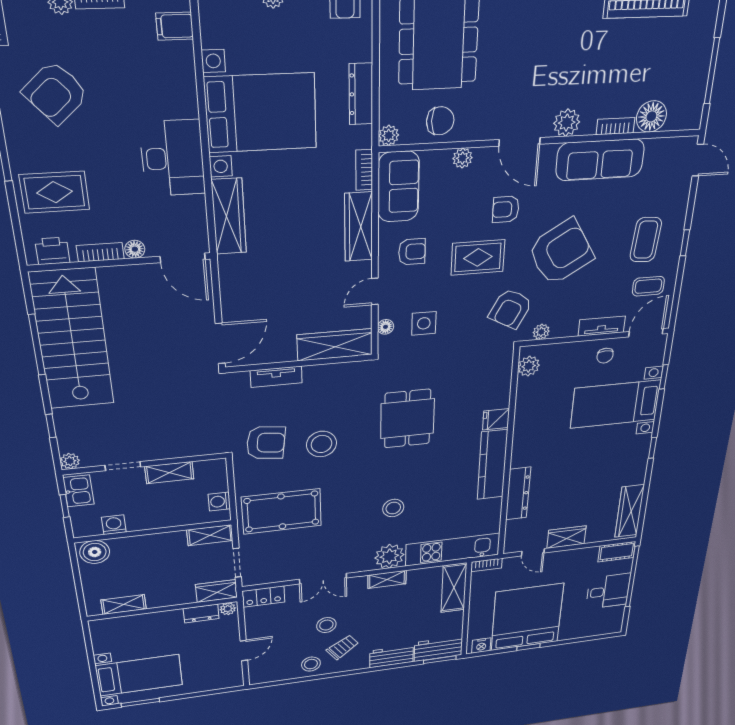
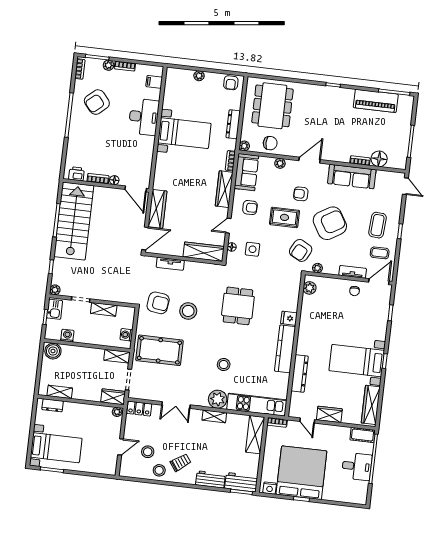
bed with nightstands: (261, 113) -> (184, 133), width x0.73
plant: (567, 123) -> (334, 155), removed
door: (520, 142) -> (310, 160), swing flipped
desk: (173, 158) -> (144, 117), moved
rug: (55, 192) -> (85, 146), removed
wardrobe: (229, 216) -> (157, 209), moved
bed with nightstands: (615, 404) -> (357, 361), moved
dresser: (201, 614) -> (53, 405), moved
stool: (326, 625) -> (148, 452), moved

